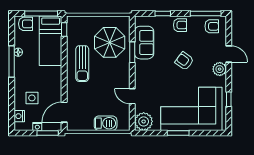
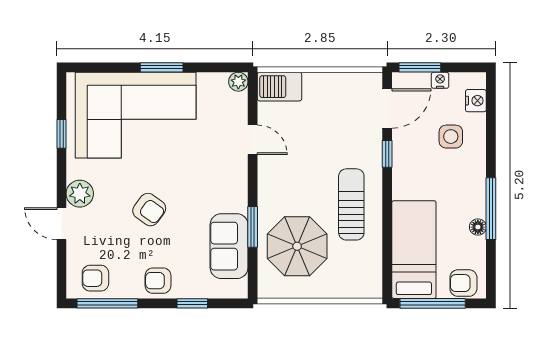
window: (64, 29) -> (387, 154), moved
plant: (144, 121) -> (238, 82), width x0.53, depth x0.53
barbecue: (106, 123) -> (279, 87), moved

